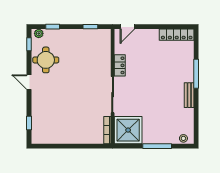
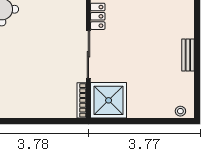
window: (196, 74) -> (197, 27), removed
window: (157, 146) -> (146, 121), removed

